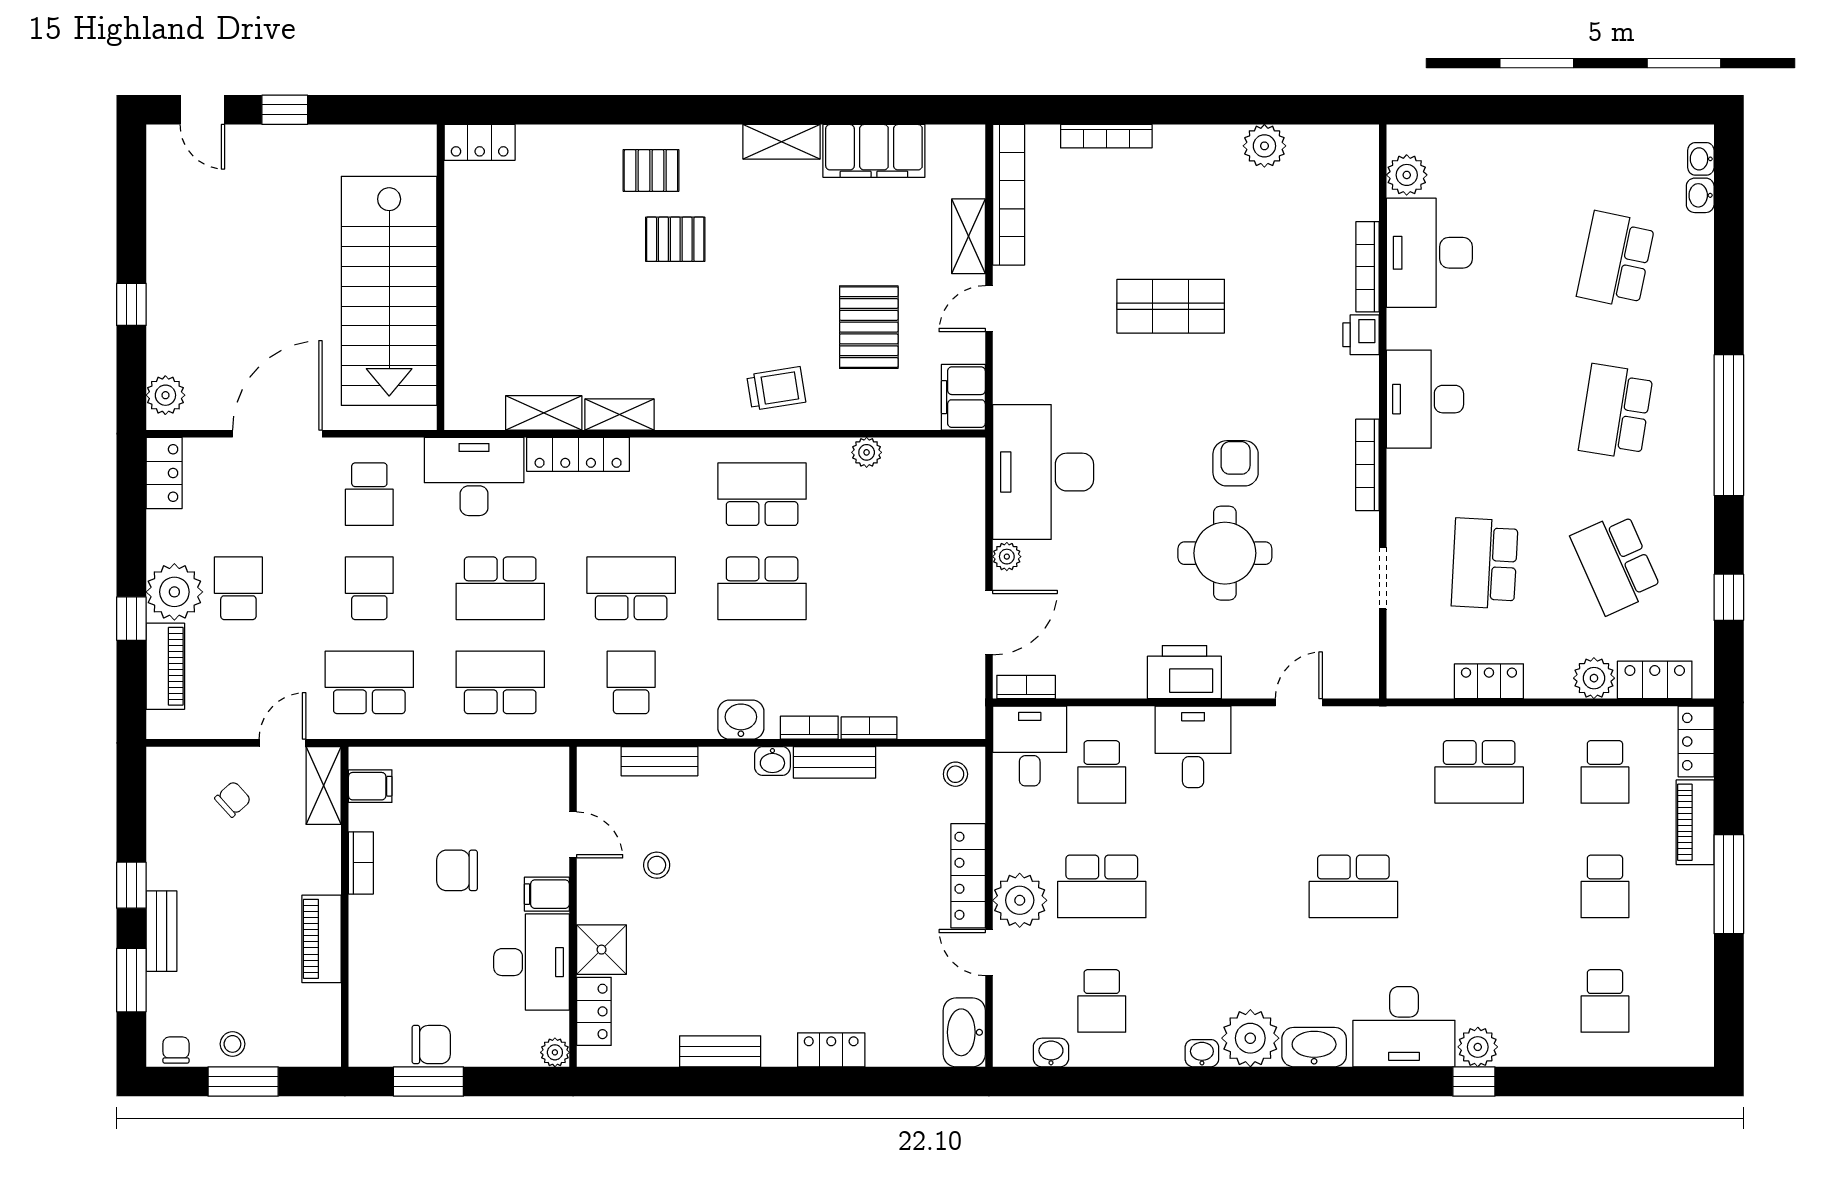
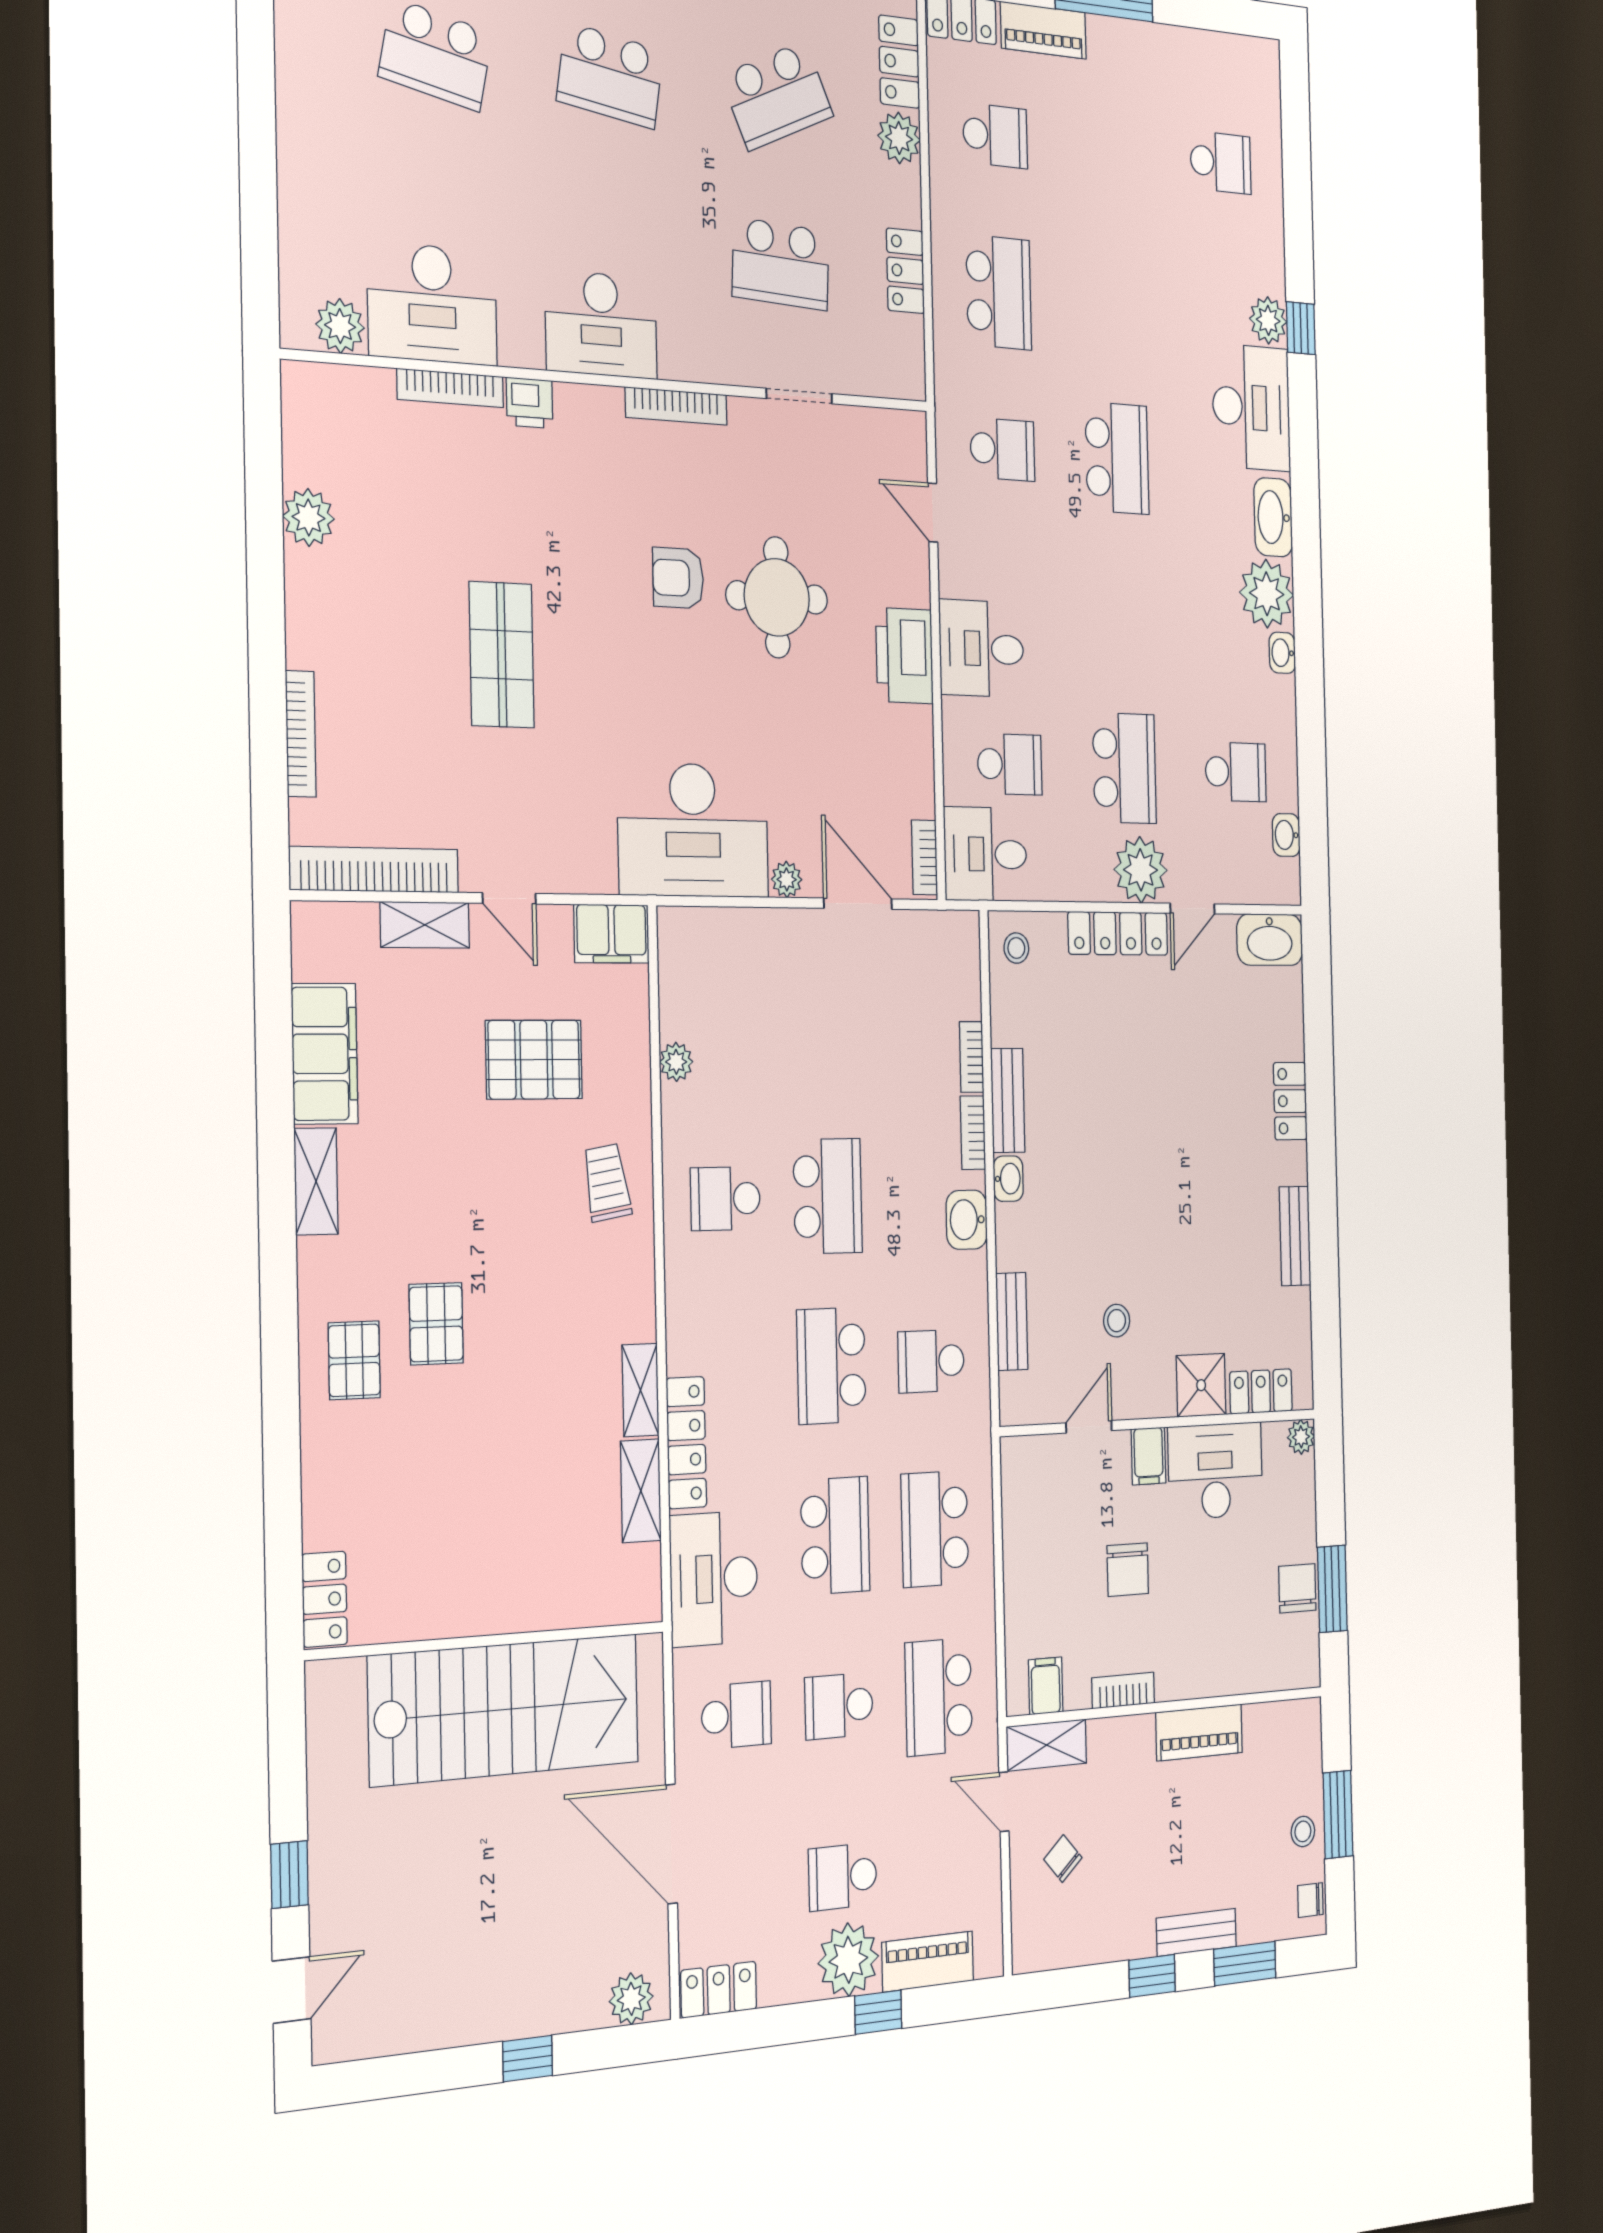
school desk: (762, 494) -> (725, 1199), width x0.54
school desk: (1605, 886) -> (1002, 449), moved

